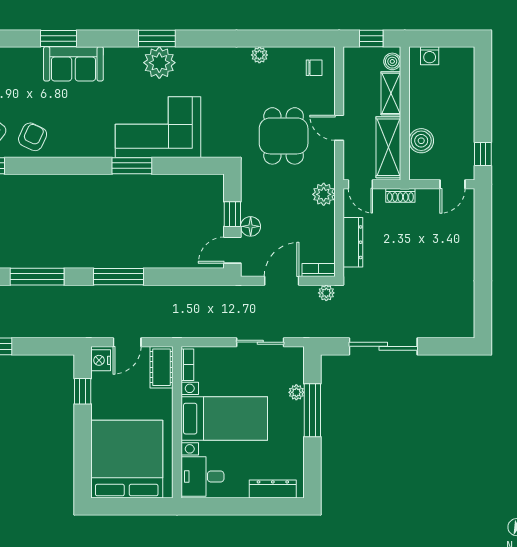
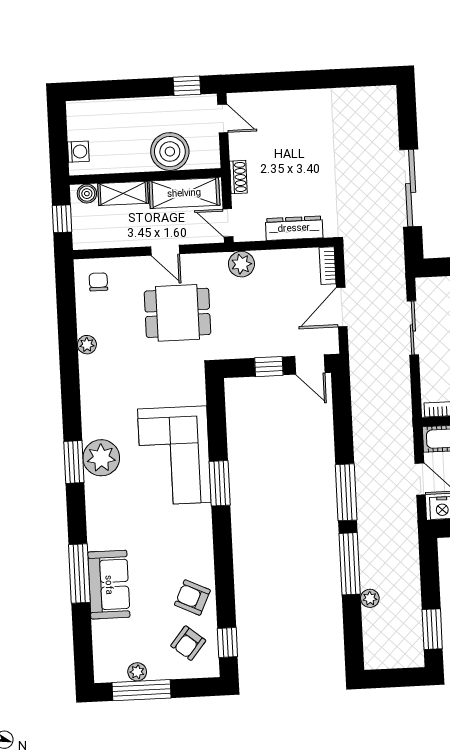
window: (59, 38) -> (79, 574), width x1.44
sofa: (73, 64) -> (109, 585), moved
door: (339, 128) -> (165, 250), hinge flipped
boiler: (421, 141) -> (170, 152), width x1.37, depth x1.37
door: (360, 184) -> (228, 223), swing flipped
floor lamp: (251, 226) -> (282, 345), removed
window: (37, 277) -> (350, 564), moved
door: (282, 281) -> (342, 307), hinge flipped
plant: (326, 293) -> (370, 598), moved

